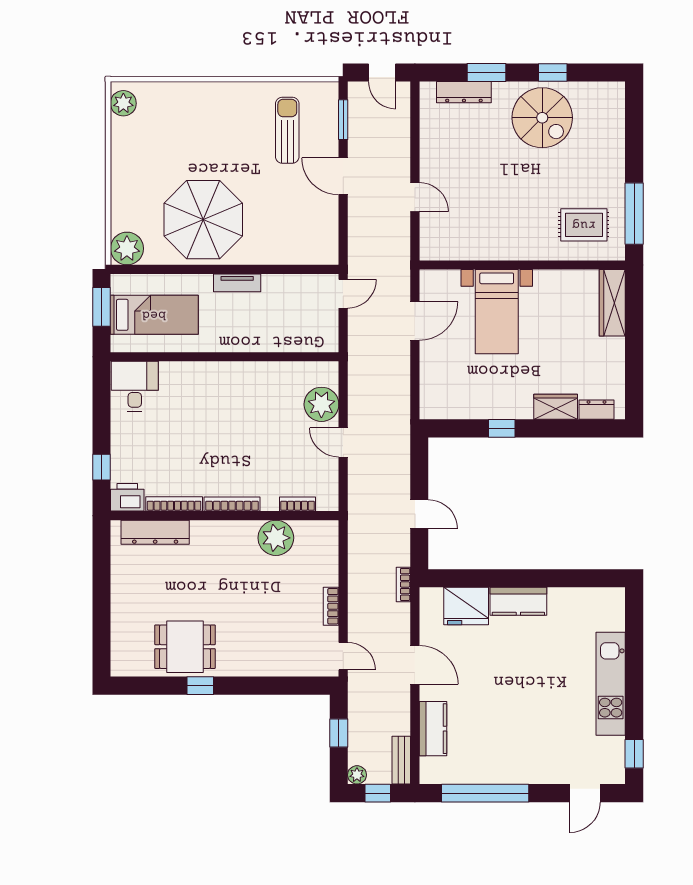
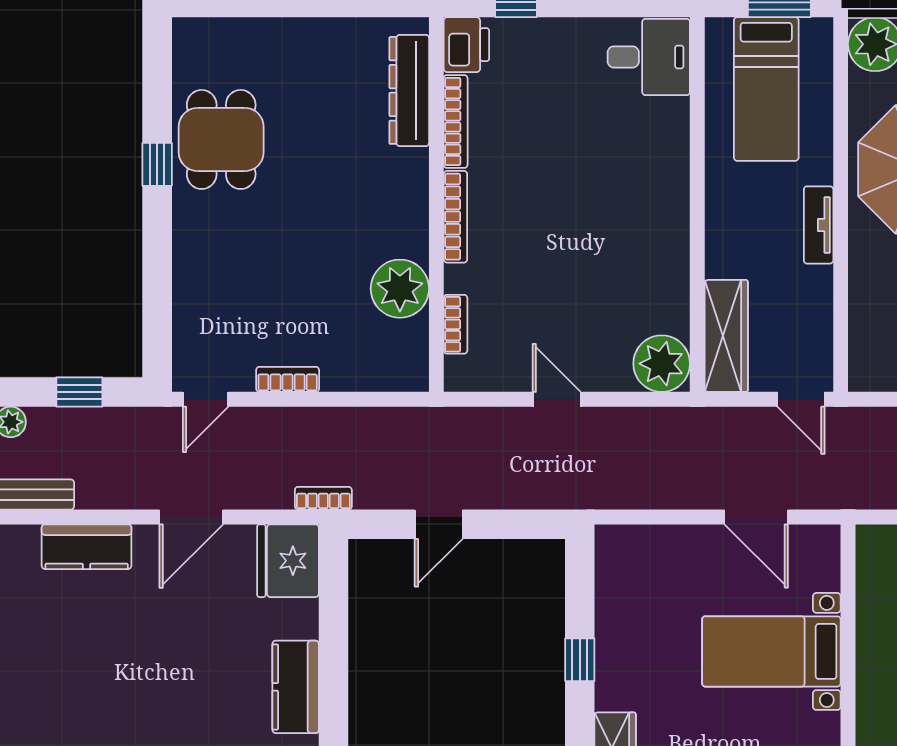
wardrobe: (305, 339) -> (726, 336), added
plant: (321, 404) -> (662, 364), moved
door: (343, 442) -> (557, 399), hinge flipped
fridge: (466, 606) -> (288, 561), moved

